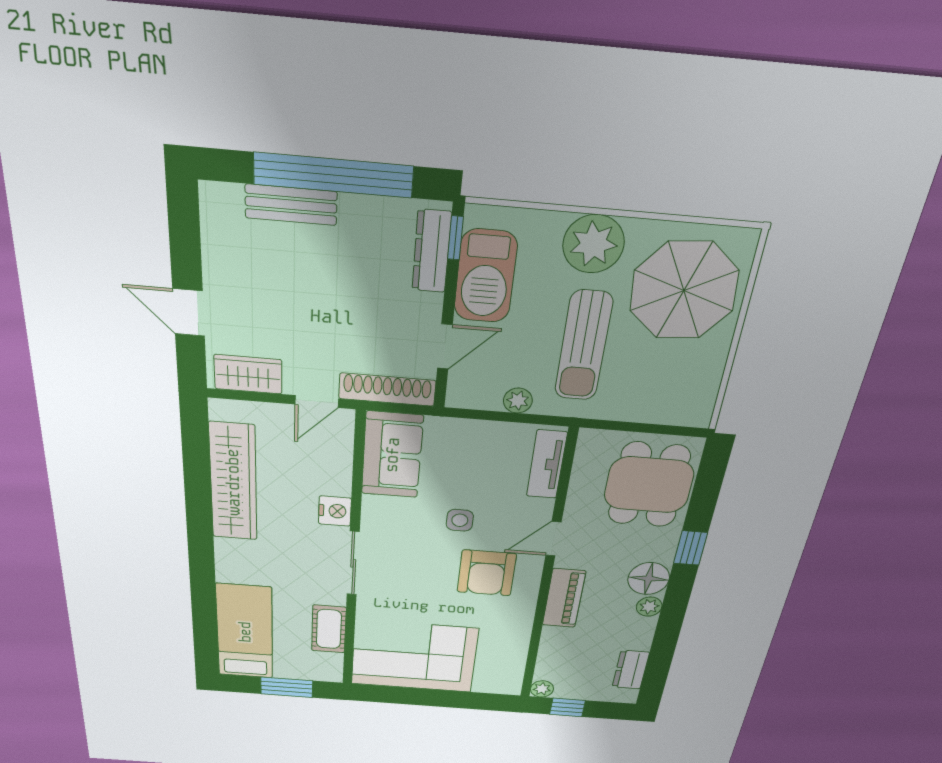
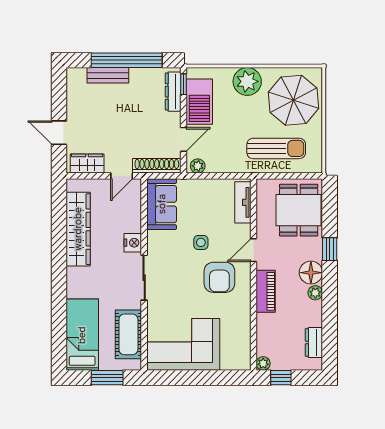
sun lounger: (583, 346) -> (276, 148), moved, turned -90
plant: (518, 401) -> (198, 166), moved
cot: (329, 629) -> (128, 334), width x1.37, depth x1.34

